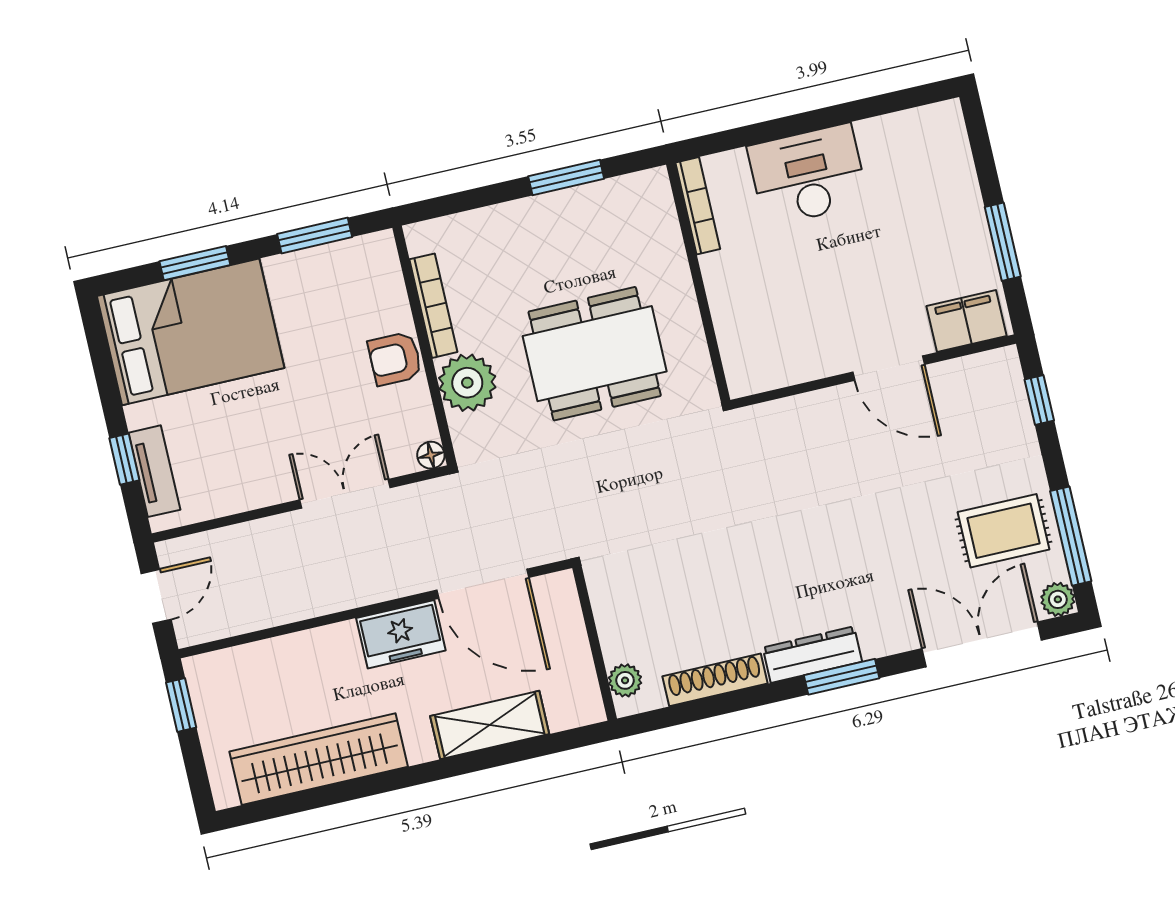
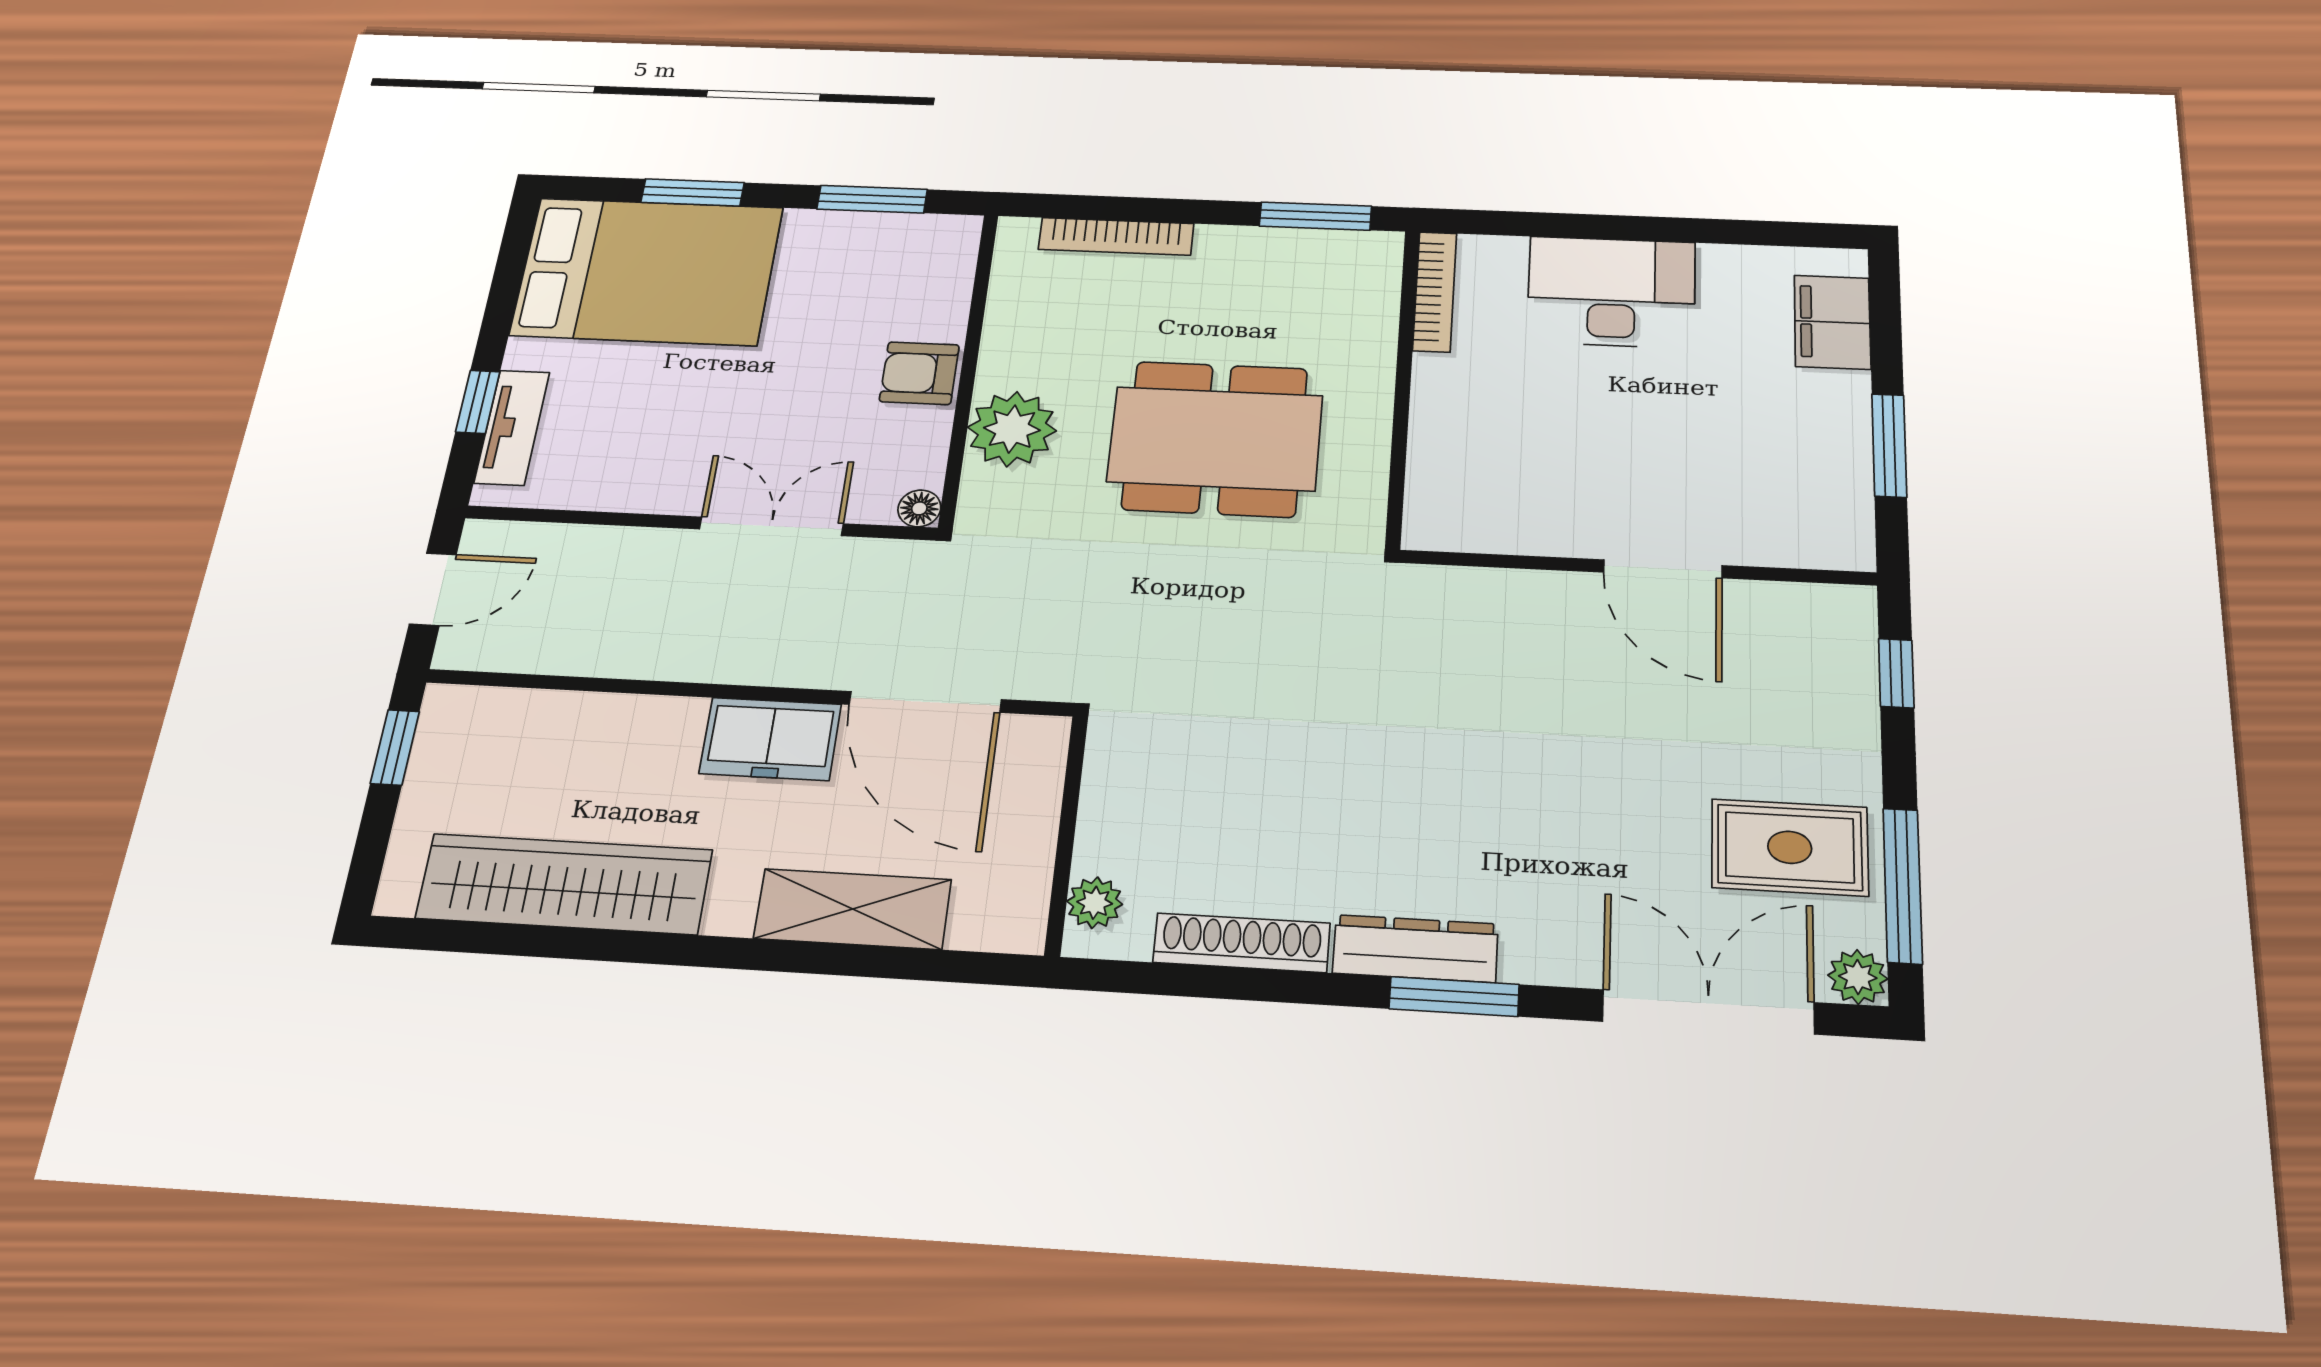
window: (566, 177) -> (1315, 216), moved
bookcase: (433, 306) -> (1116, 236), moved, turned 90
filing cabinet: (966, 321) -> (1832, 322), moved, turned -90

